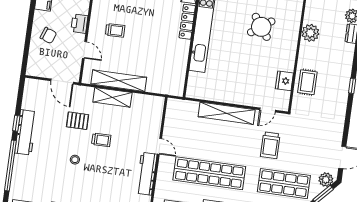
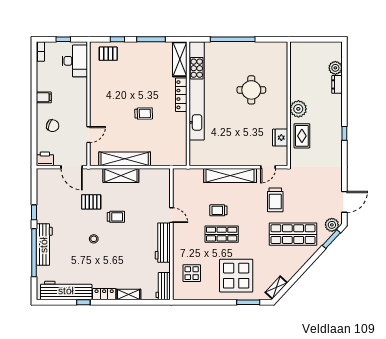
printer: (79, 24) -> (45, 159), moved, turned 90
round table: (261, 27) -> (251, 90), turned 36
trolley: (115, 30) -> (144, 113), moved
plant: (310, 33) -> (298, 109), moved
door: (84, 50) -> (88, 135), hinge flipped
workbench: (26, 132) -> (44, 245), moved
trolley: (209, 148) -> (218, 210), added
shop shelf: (209, 173) -> (222, 234), width x0.50, depth x0.74

